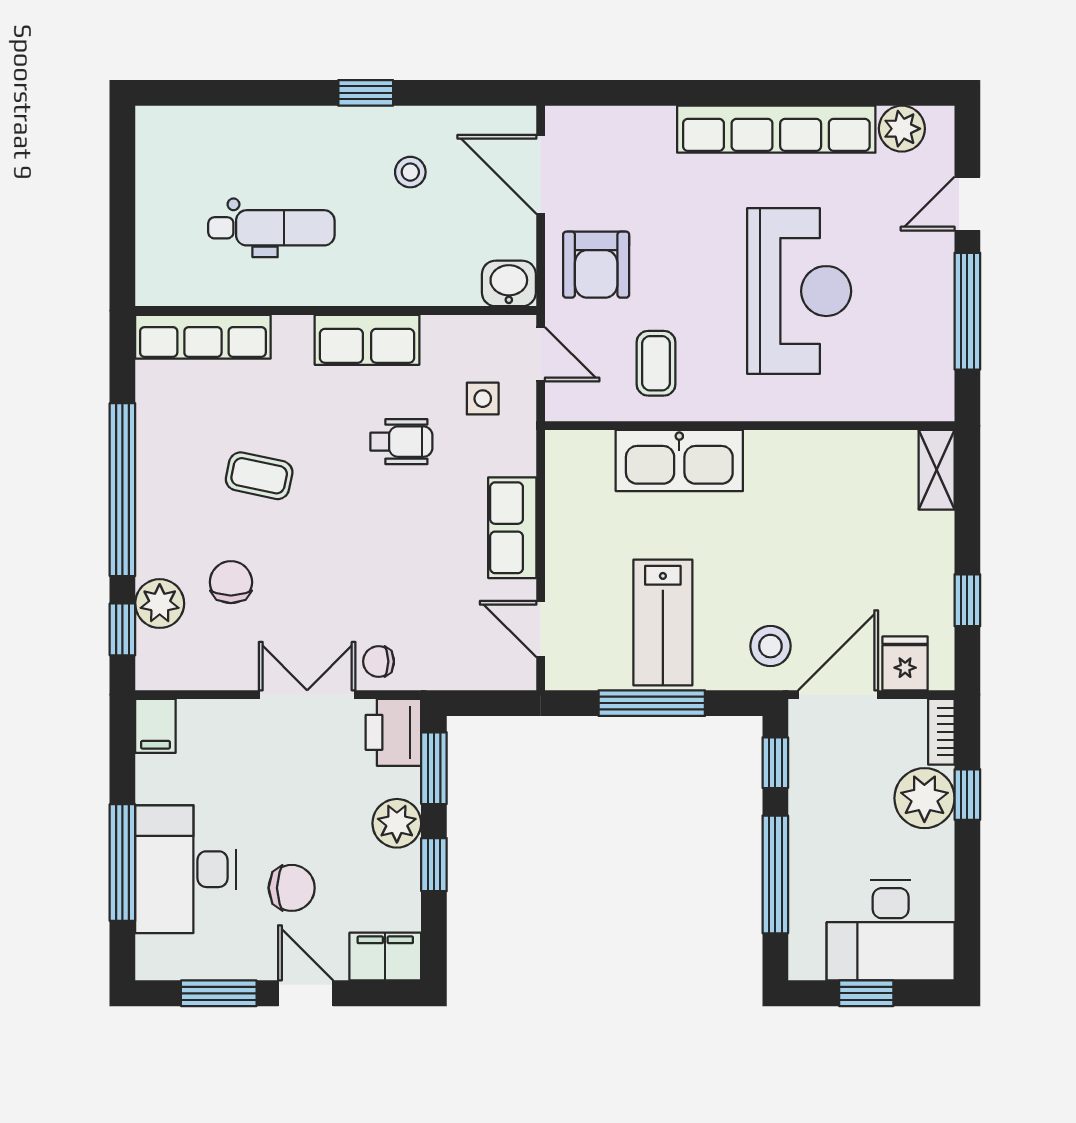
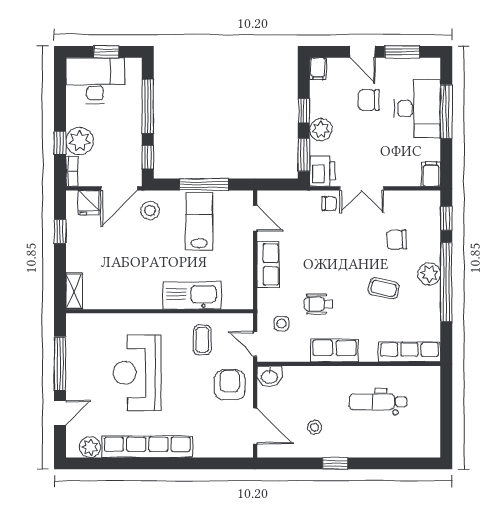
chair: (231, 582) -> (397, 240), turned 88
plant: (160, 604) -> (429, 274), moved
filing cabinet: (385, 957) -> (318, 69), width x0.50

